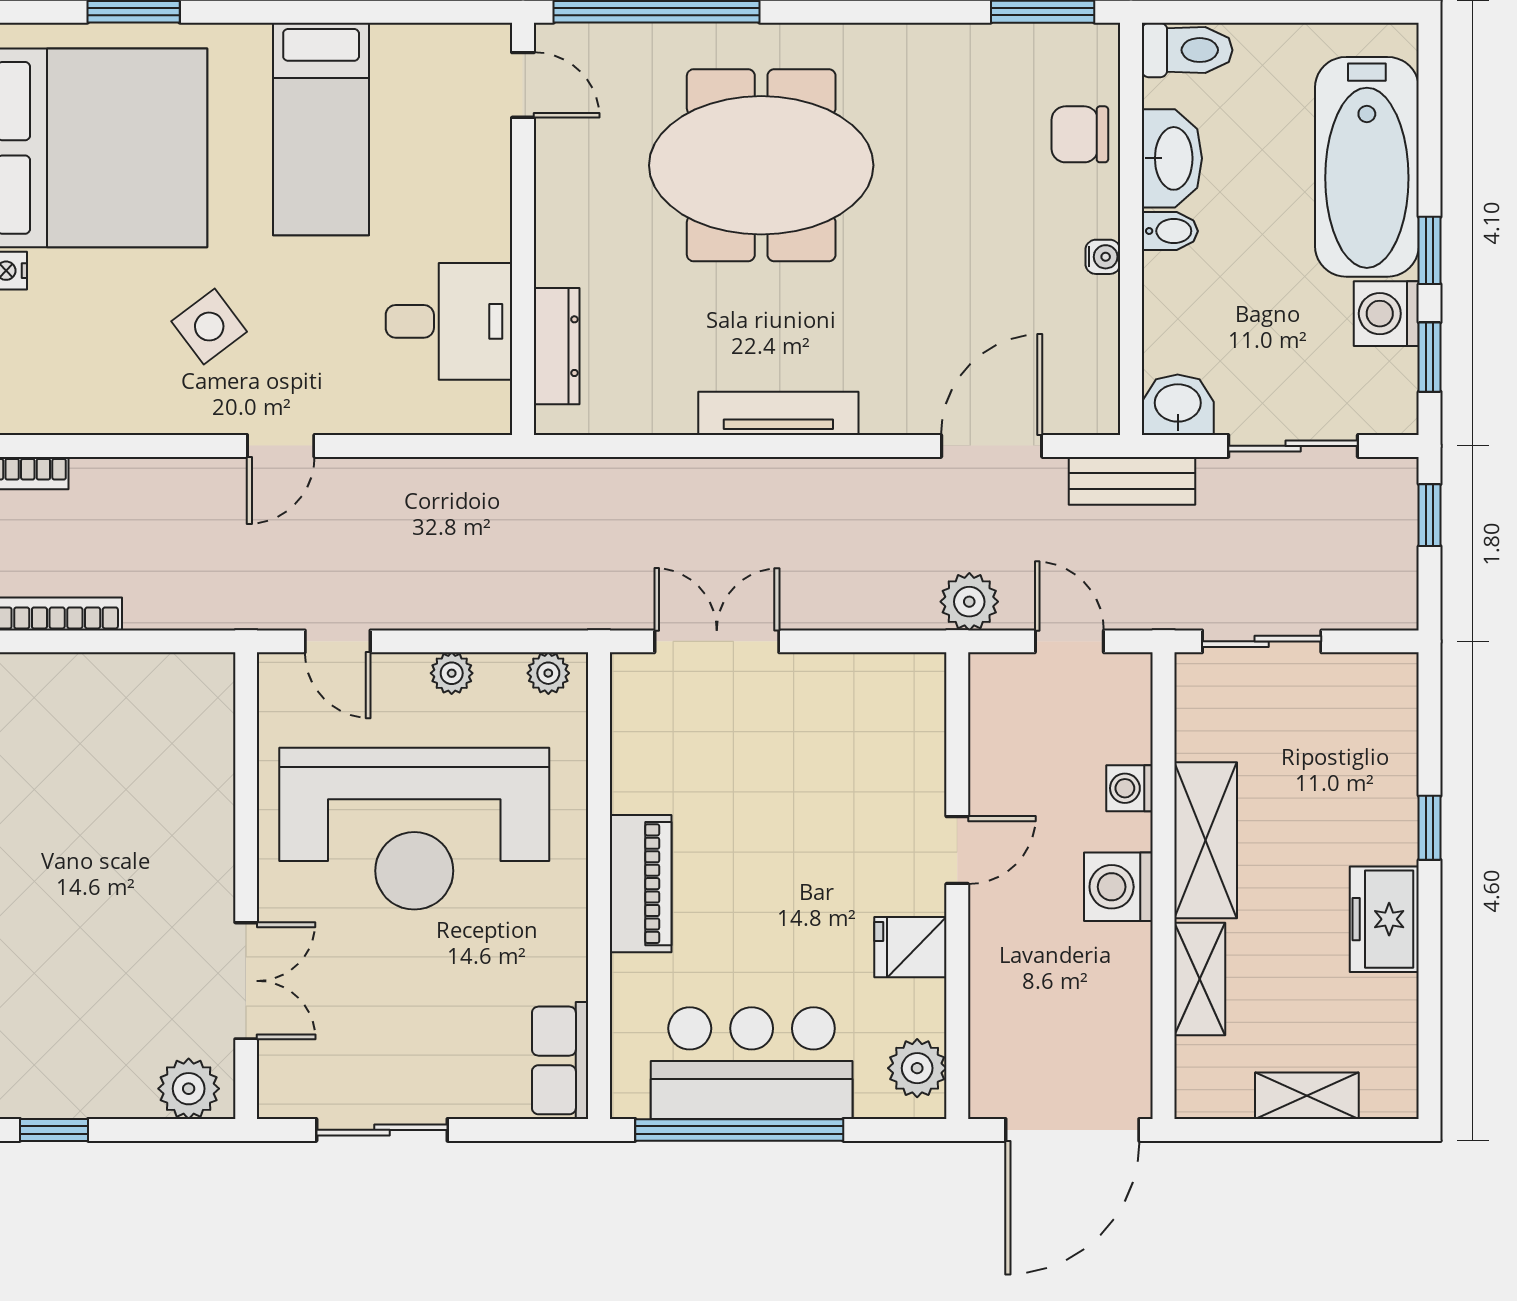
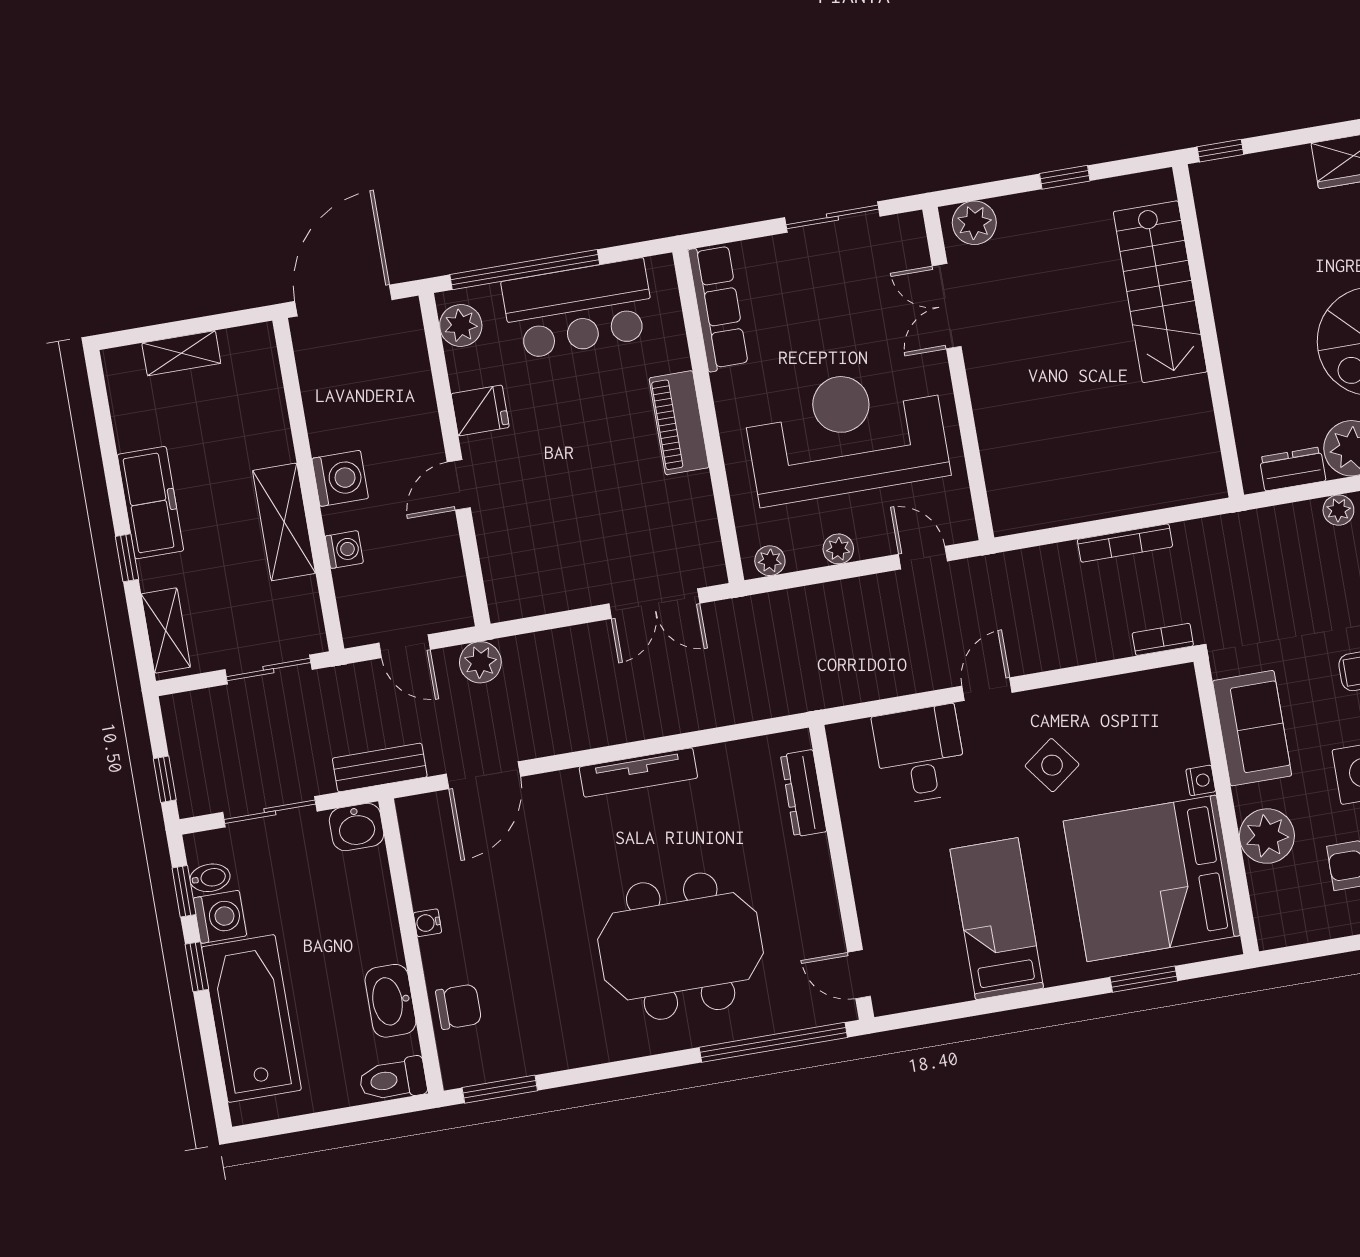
bidet: (1170, 231) -> (210, 878), moved, turned 180
desk: (449, 321) -> (920, 755), moved, turned 90
freezer: (1384, 919) -> (150, 503), width x1.40
shelving: (1200, 979) -> (166, 630), moved
row of seats: (560, 1060) -> (718, 308), width x1.48
window: (739, 1130) -> (525, 270), moved

